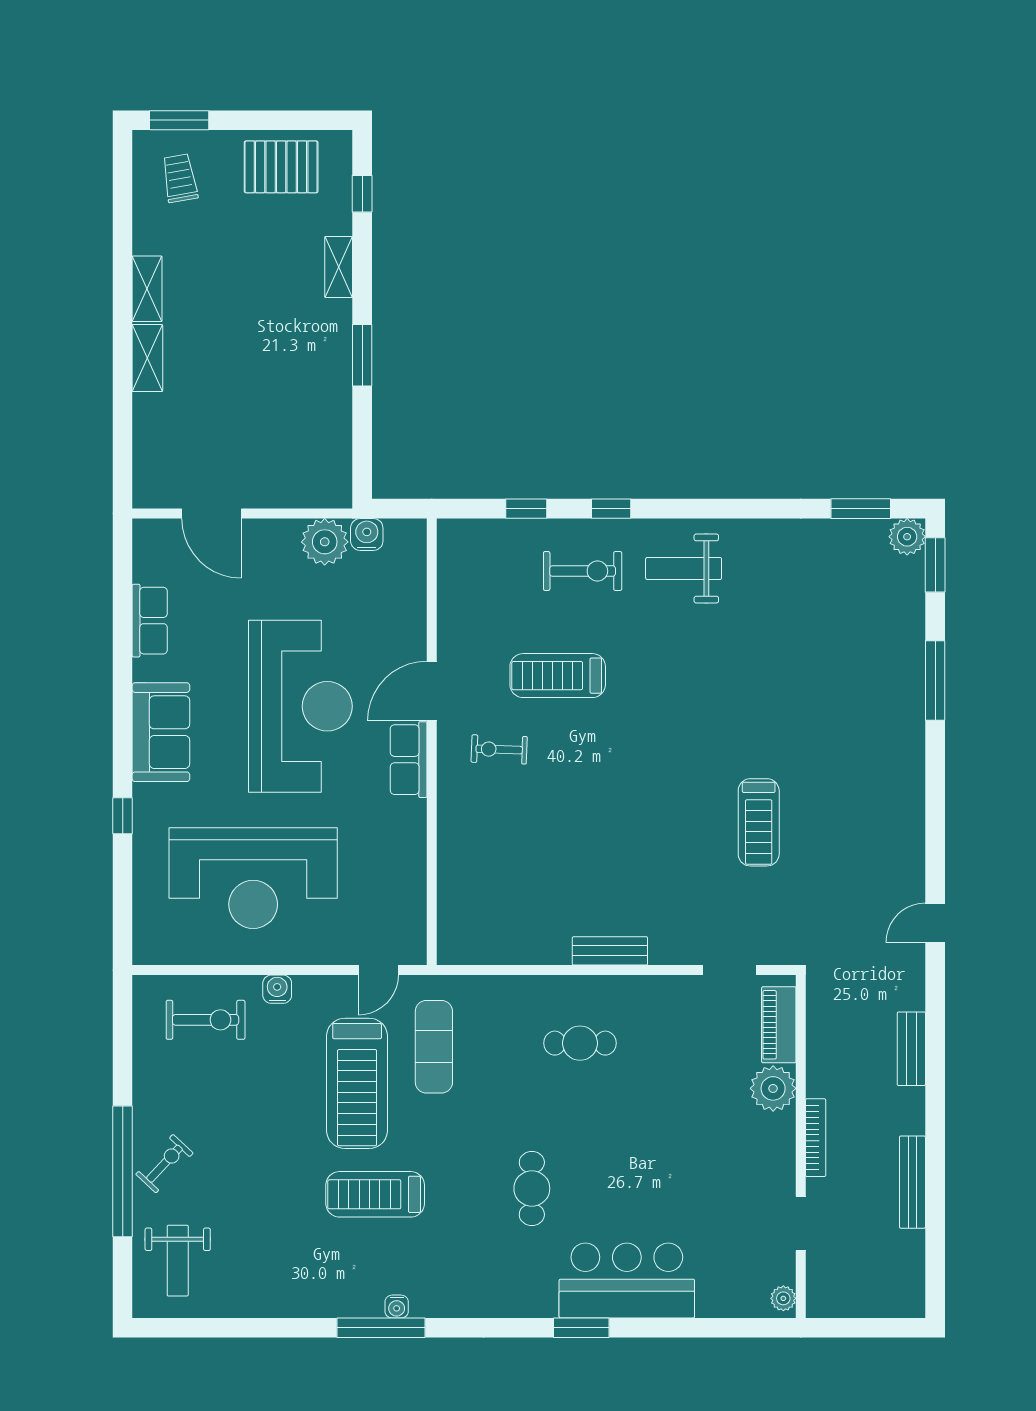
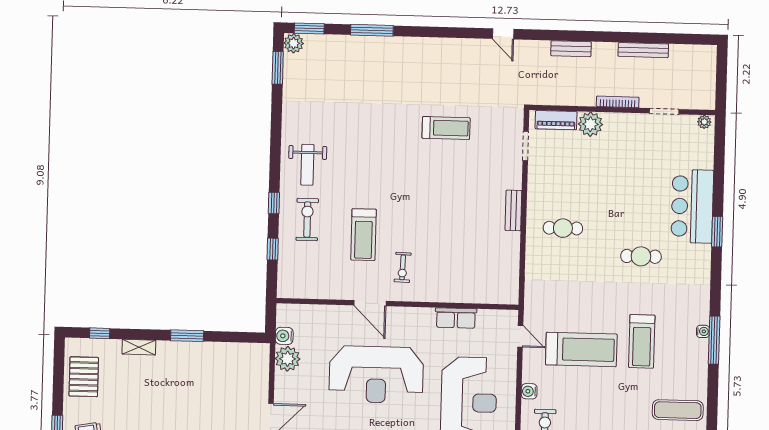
reception desk: (300, 706) -> (376, 374), turned 180
row of seats: (409, 760) -> (456, 318), moved
cafe table: (580, 1043) -> (563, 228), turned 90
exercise mat: (434, 1047) -> (678, 410), moved

